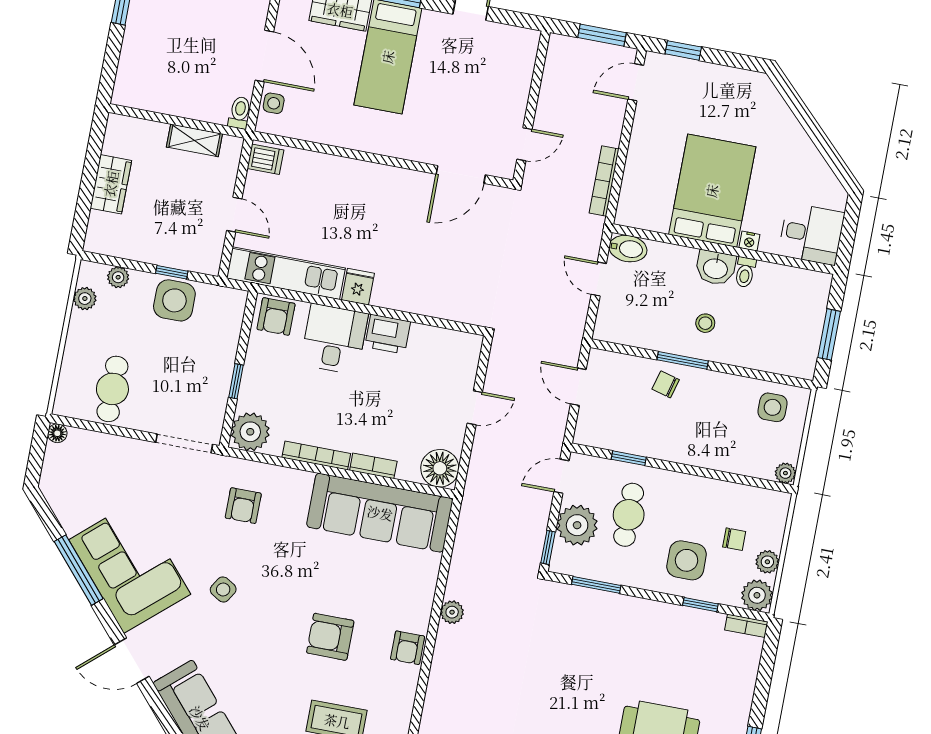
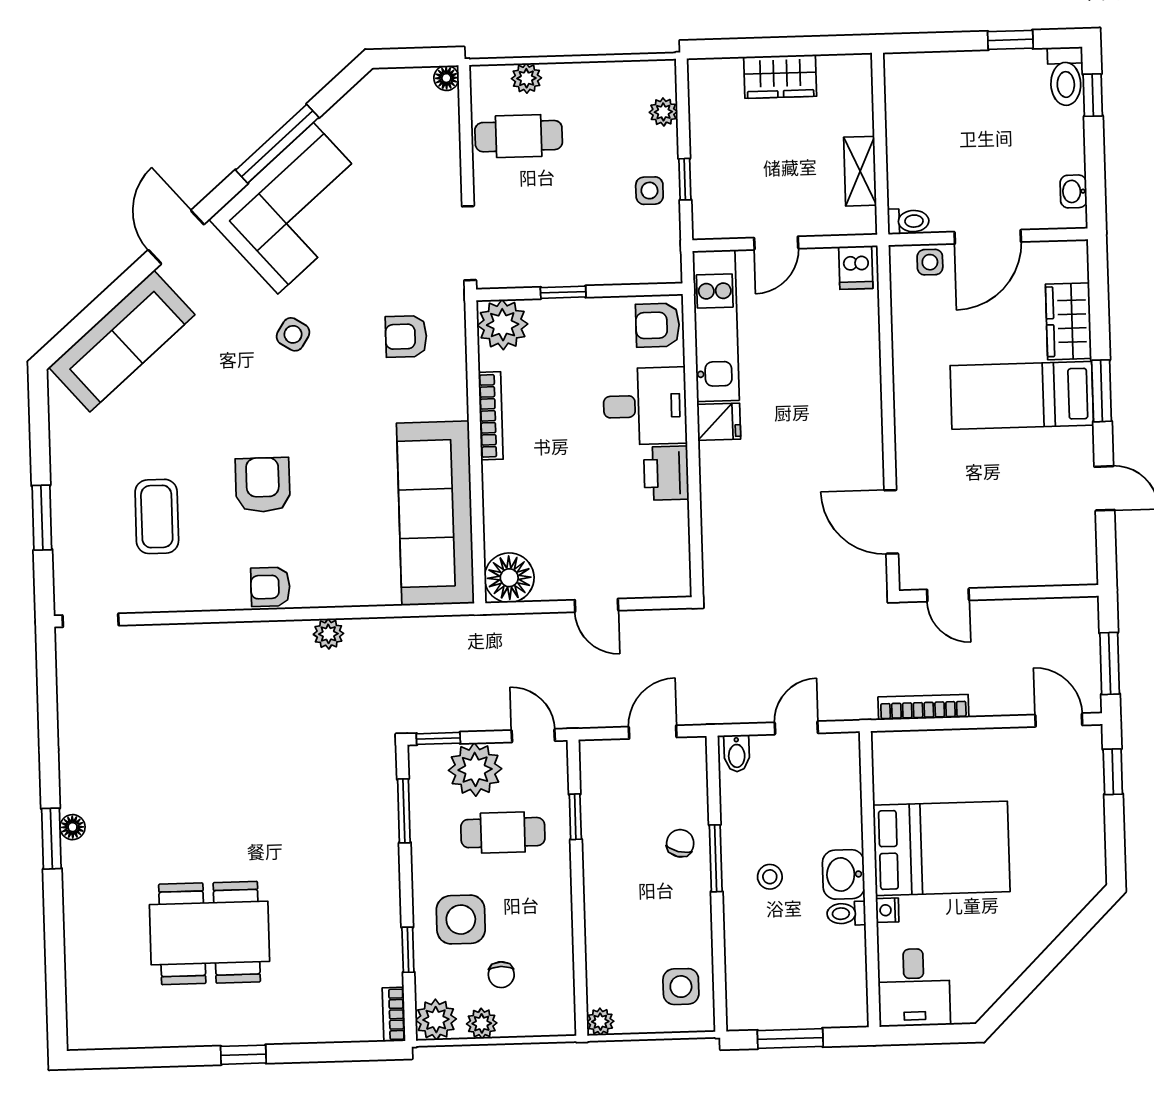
bidet: (628, 249) -> (737, 753), moved, width x0.72, depth x0.74
plant: (85, 299) -> (526, 78), moved
side table: (174, 300) -> (649, 191), width x0.54, depth x0.54
bookcase: (373, 466) -> (494, 492), removed

